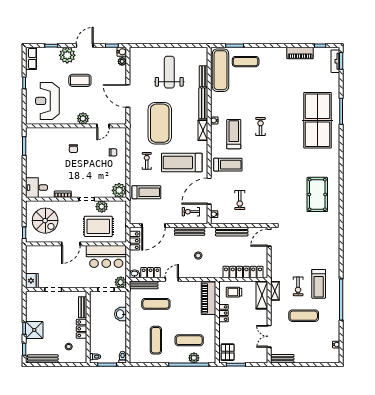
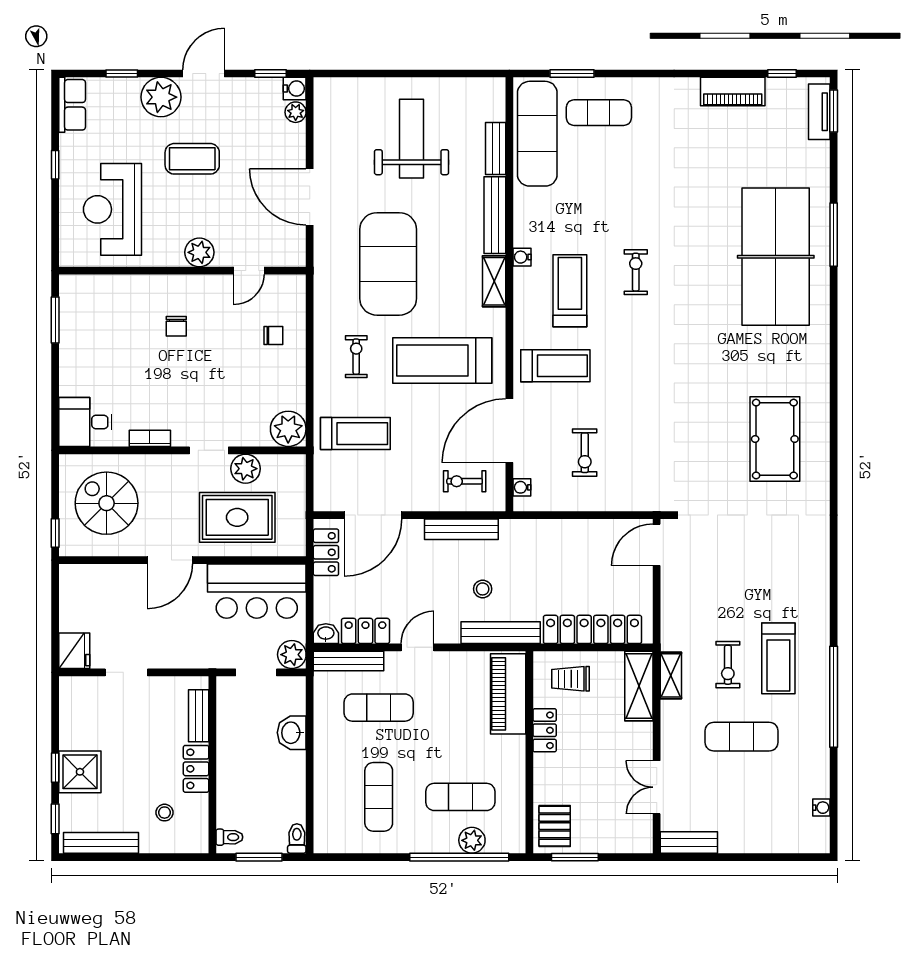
spiral stairs: (45, 221) -> (107, 503), turned 180
bench: (232, 232) -> (501, 633), moved

